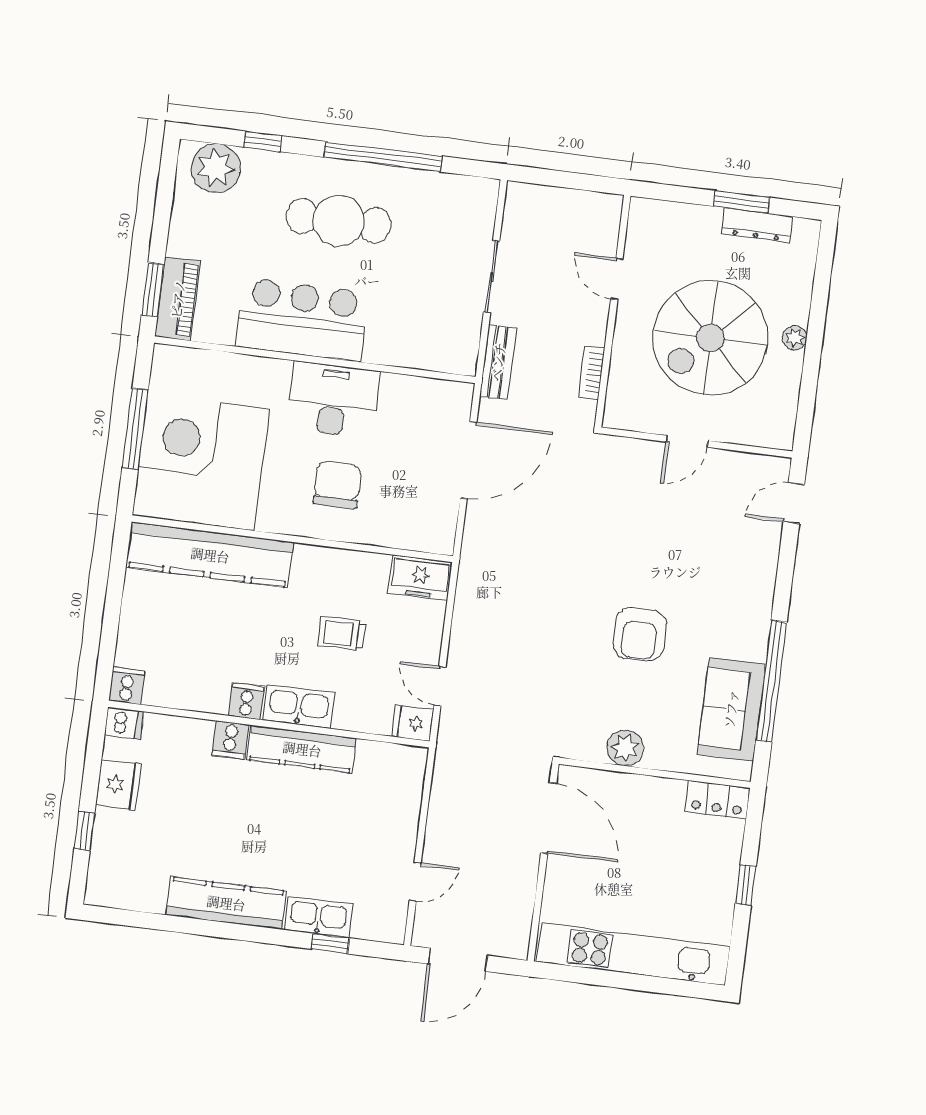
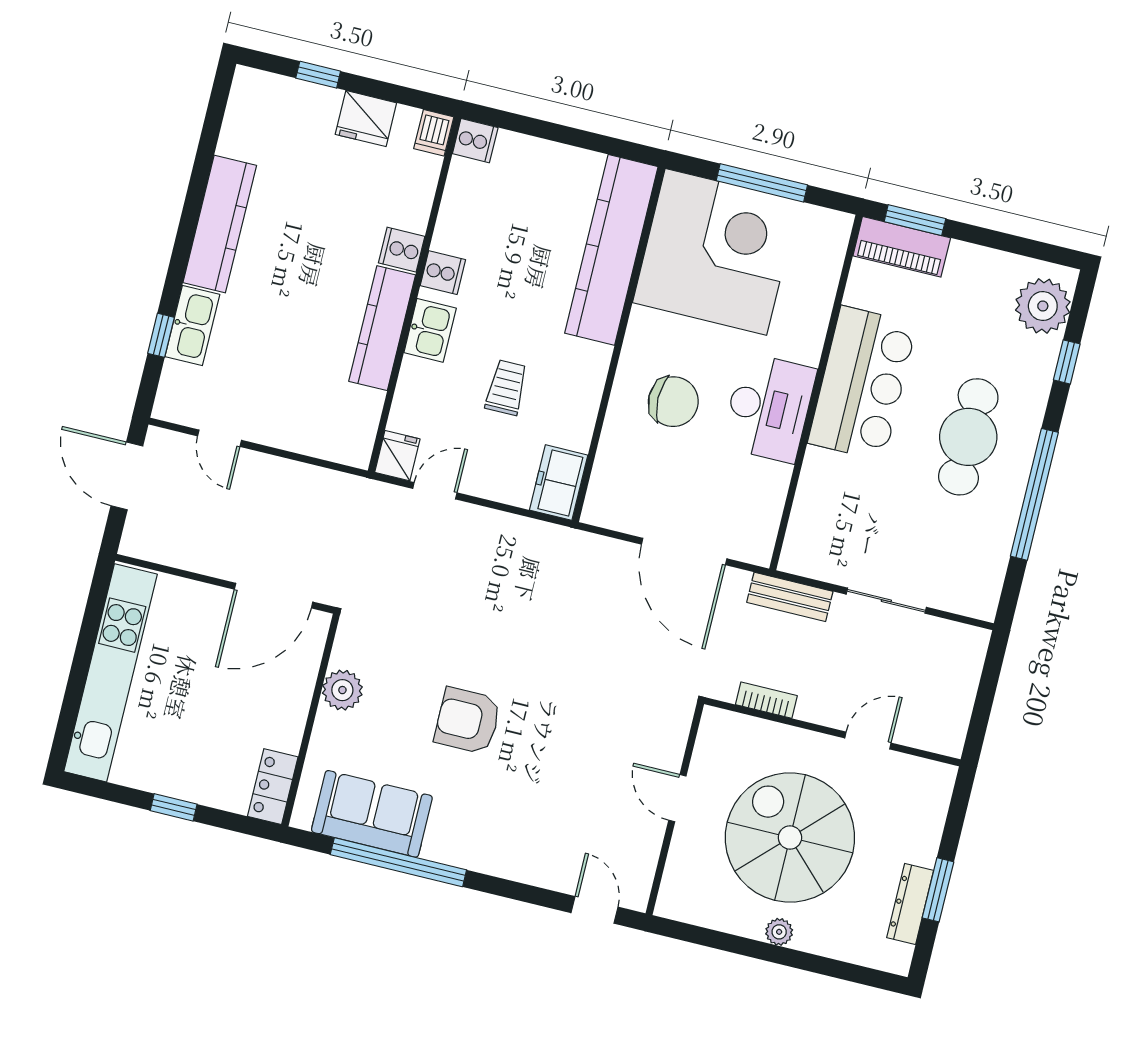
kitchen sink: (299, 707) -> (430, 330), width x0.73

